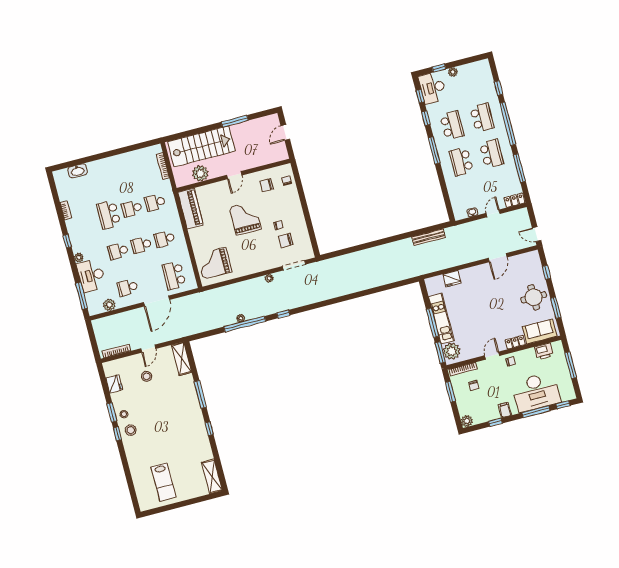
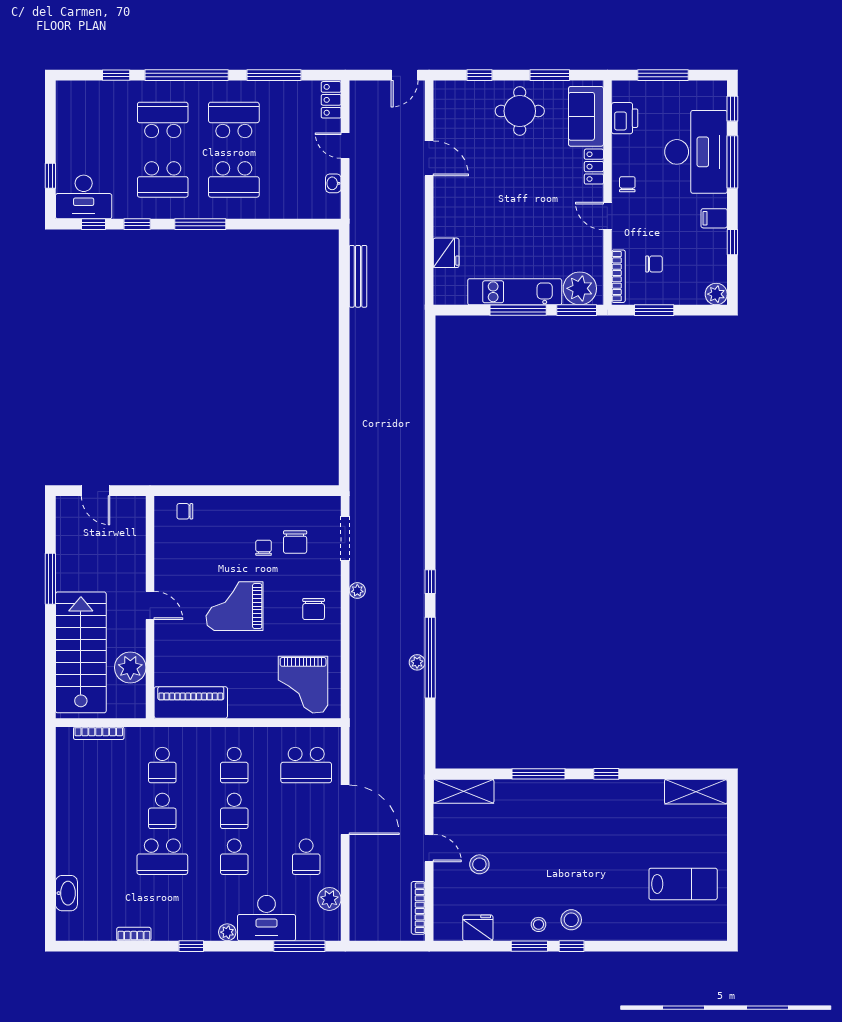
plant: (453, 72) -> (64, 152), removed
school desk: (452, 125) -> (163, 179), turned 180
chair: (267, 185) -> (314, 609), moved

